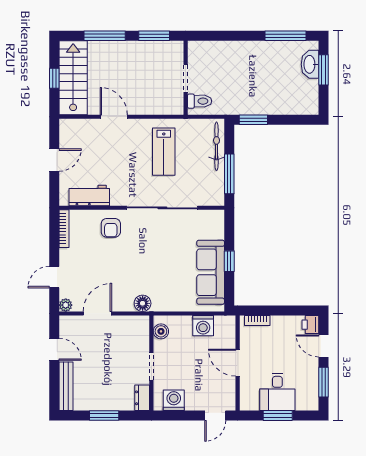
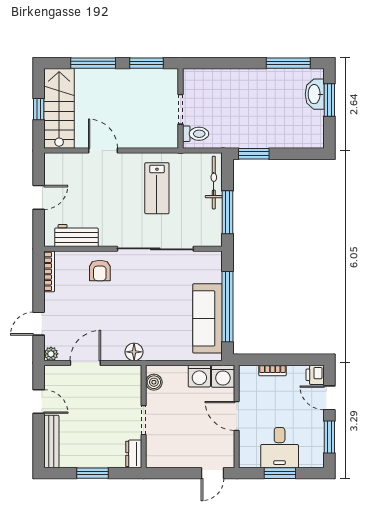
window: (229, 261) -> (228, 307), width x3.17
bookcase: (257, 320) -> (273, 370), moved
washing machine: (174, 400) -> (223, 376), moved, turned 180

